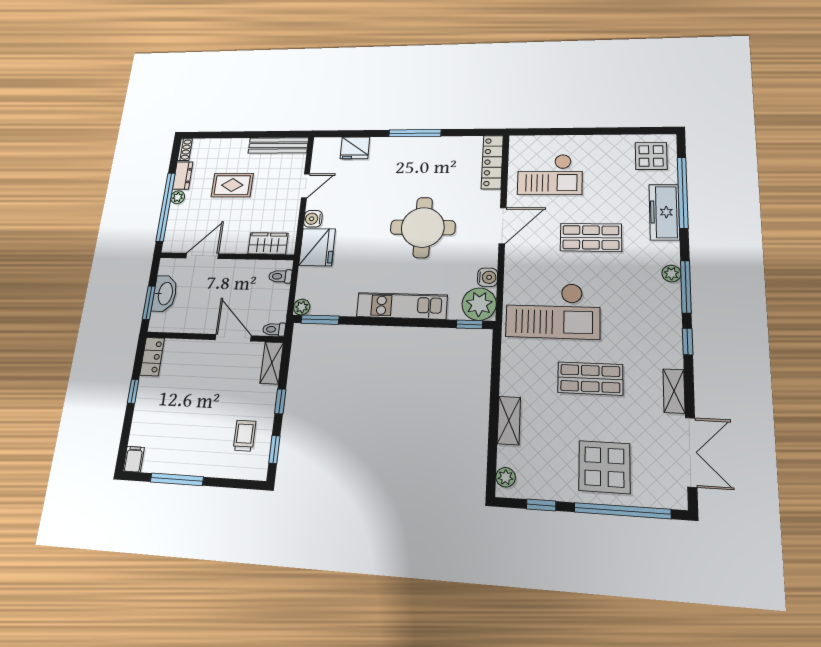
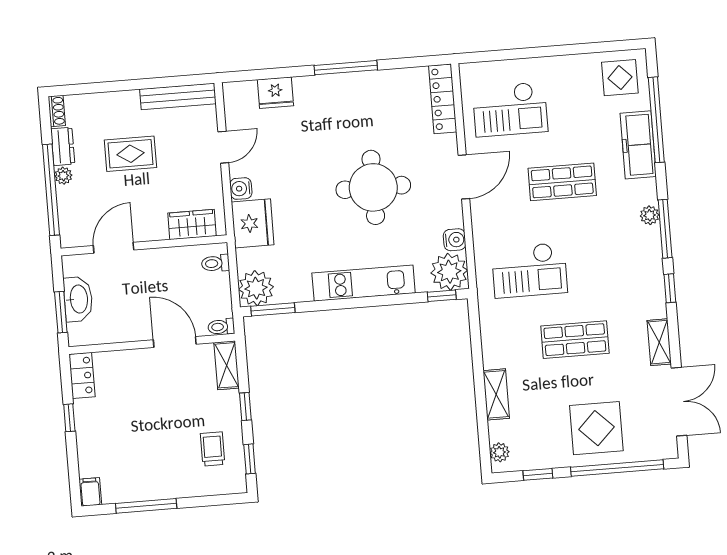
plant: (302, 307) -> (256, 288), width x1.87, depth x1.87
checkout: (553, 310) -> (529, 270), width x0.73, depth x0.83

